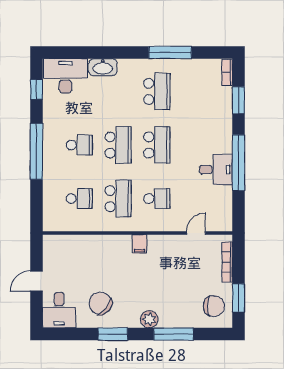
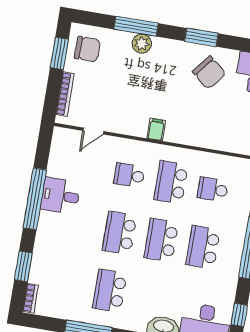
school desk: (79, 145) -> (203, 247), width x1.85
chair: (214, 306) -> (87, 49), turned 180
plant: (149, 319) -> (142, 44), moved

